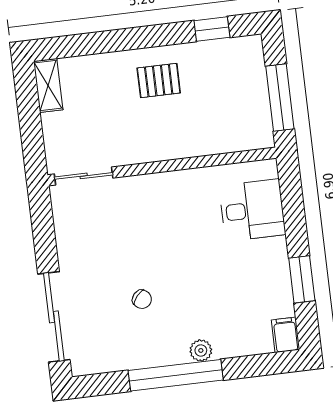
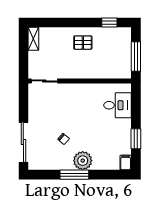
plant: (201, 350) -> (83, 161), width x1.87, depth x1.87
window: (176, 375) -> (74, 175), width x0.68

